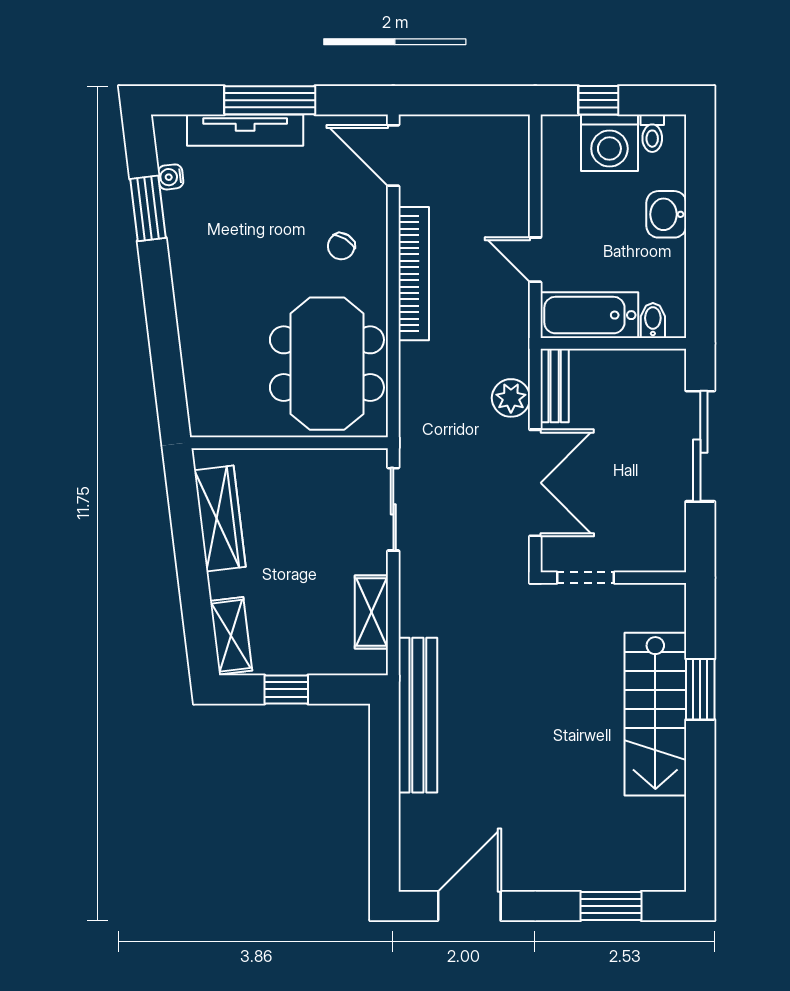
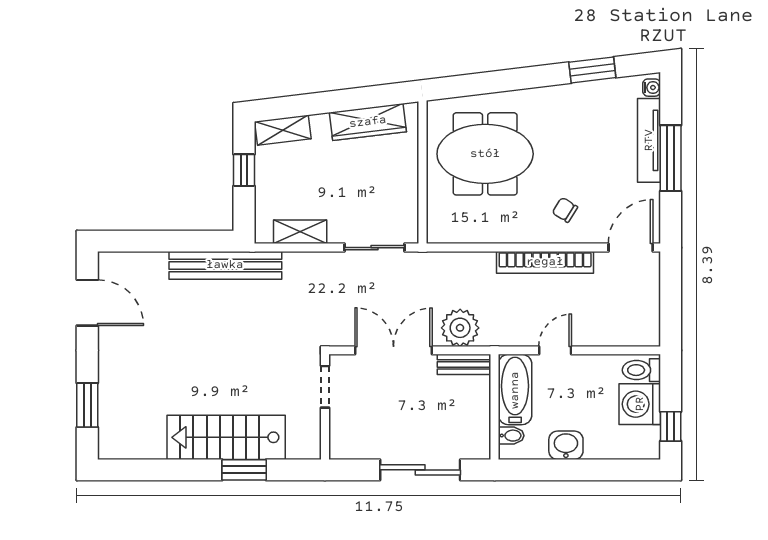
window: (598, 100) -> (671, 426), moved
toilet: (652, 133) -> (641, 370), moved, width x1.37, depth x1.39
water cooler: (171, 177) -> (652, 88), moved, turned 97
washbasin: (666, 214) -> (566, 445), moved
meeting table: (327, 364) -> (485, 154), moved
plant: (511, 398) -> (460, 328), width x1.36, depth x1.36
double door: (535, 483) -> (394, 350), swing flipped

